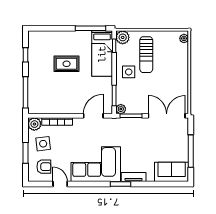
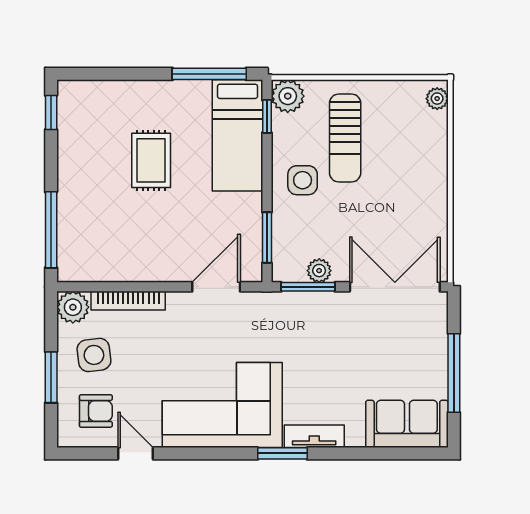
window: (26, 55) -> (51, 112), moved
rug: (67, 64) -> (151, 160), turned 90
plant: (121, 109) -> (319, 271), moved

